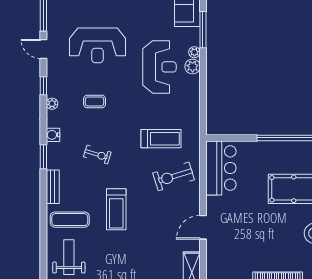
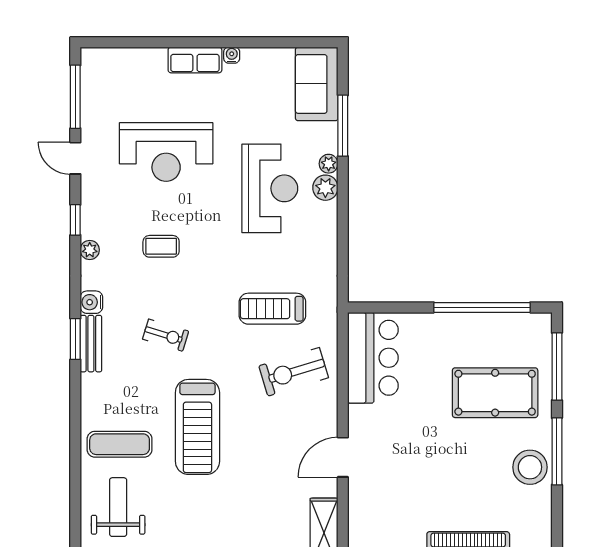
treadmill: (161, 139) -> (272, 309), turned 180
bench: (53, 187) -> (91, 344), moved
treadmill: (116, 209) -> (197, 427), width x1.37, depth x1.38

